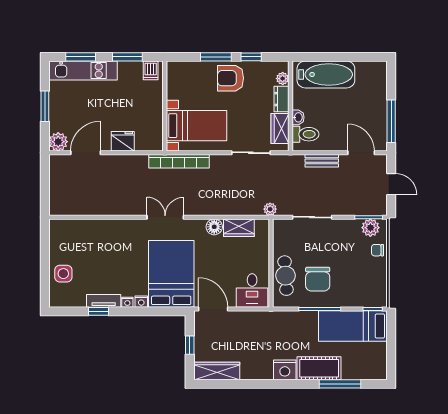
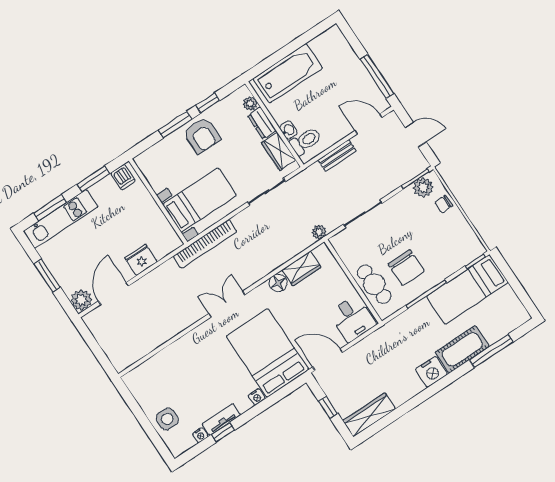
armchair: (230, 78) -> (202, 135), turned -90
nightstand: (127, 302) -> (200, 435), moved

